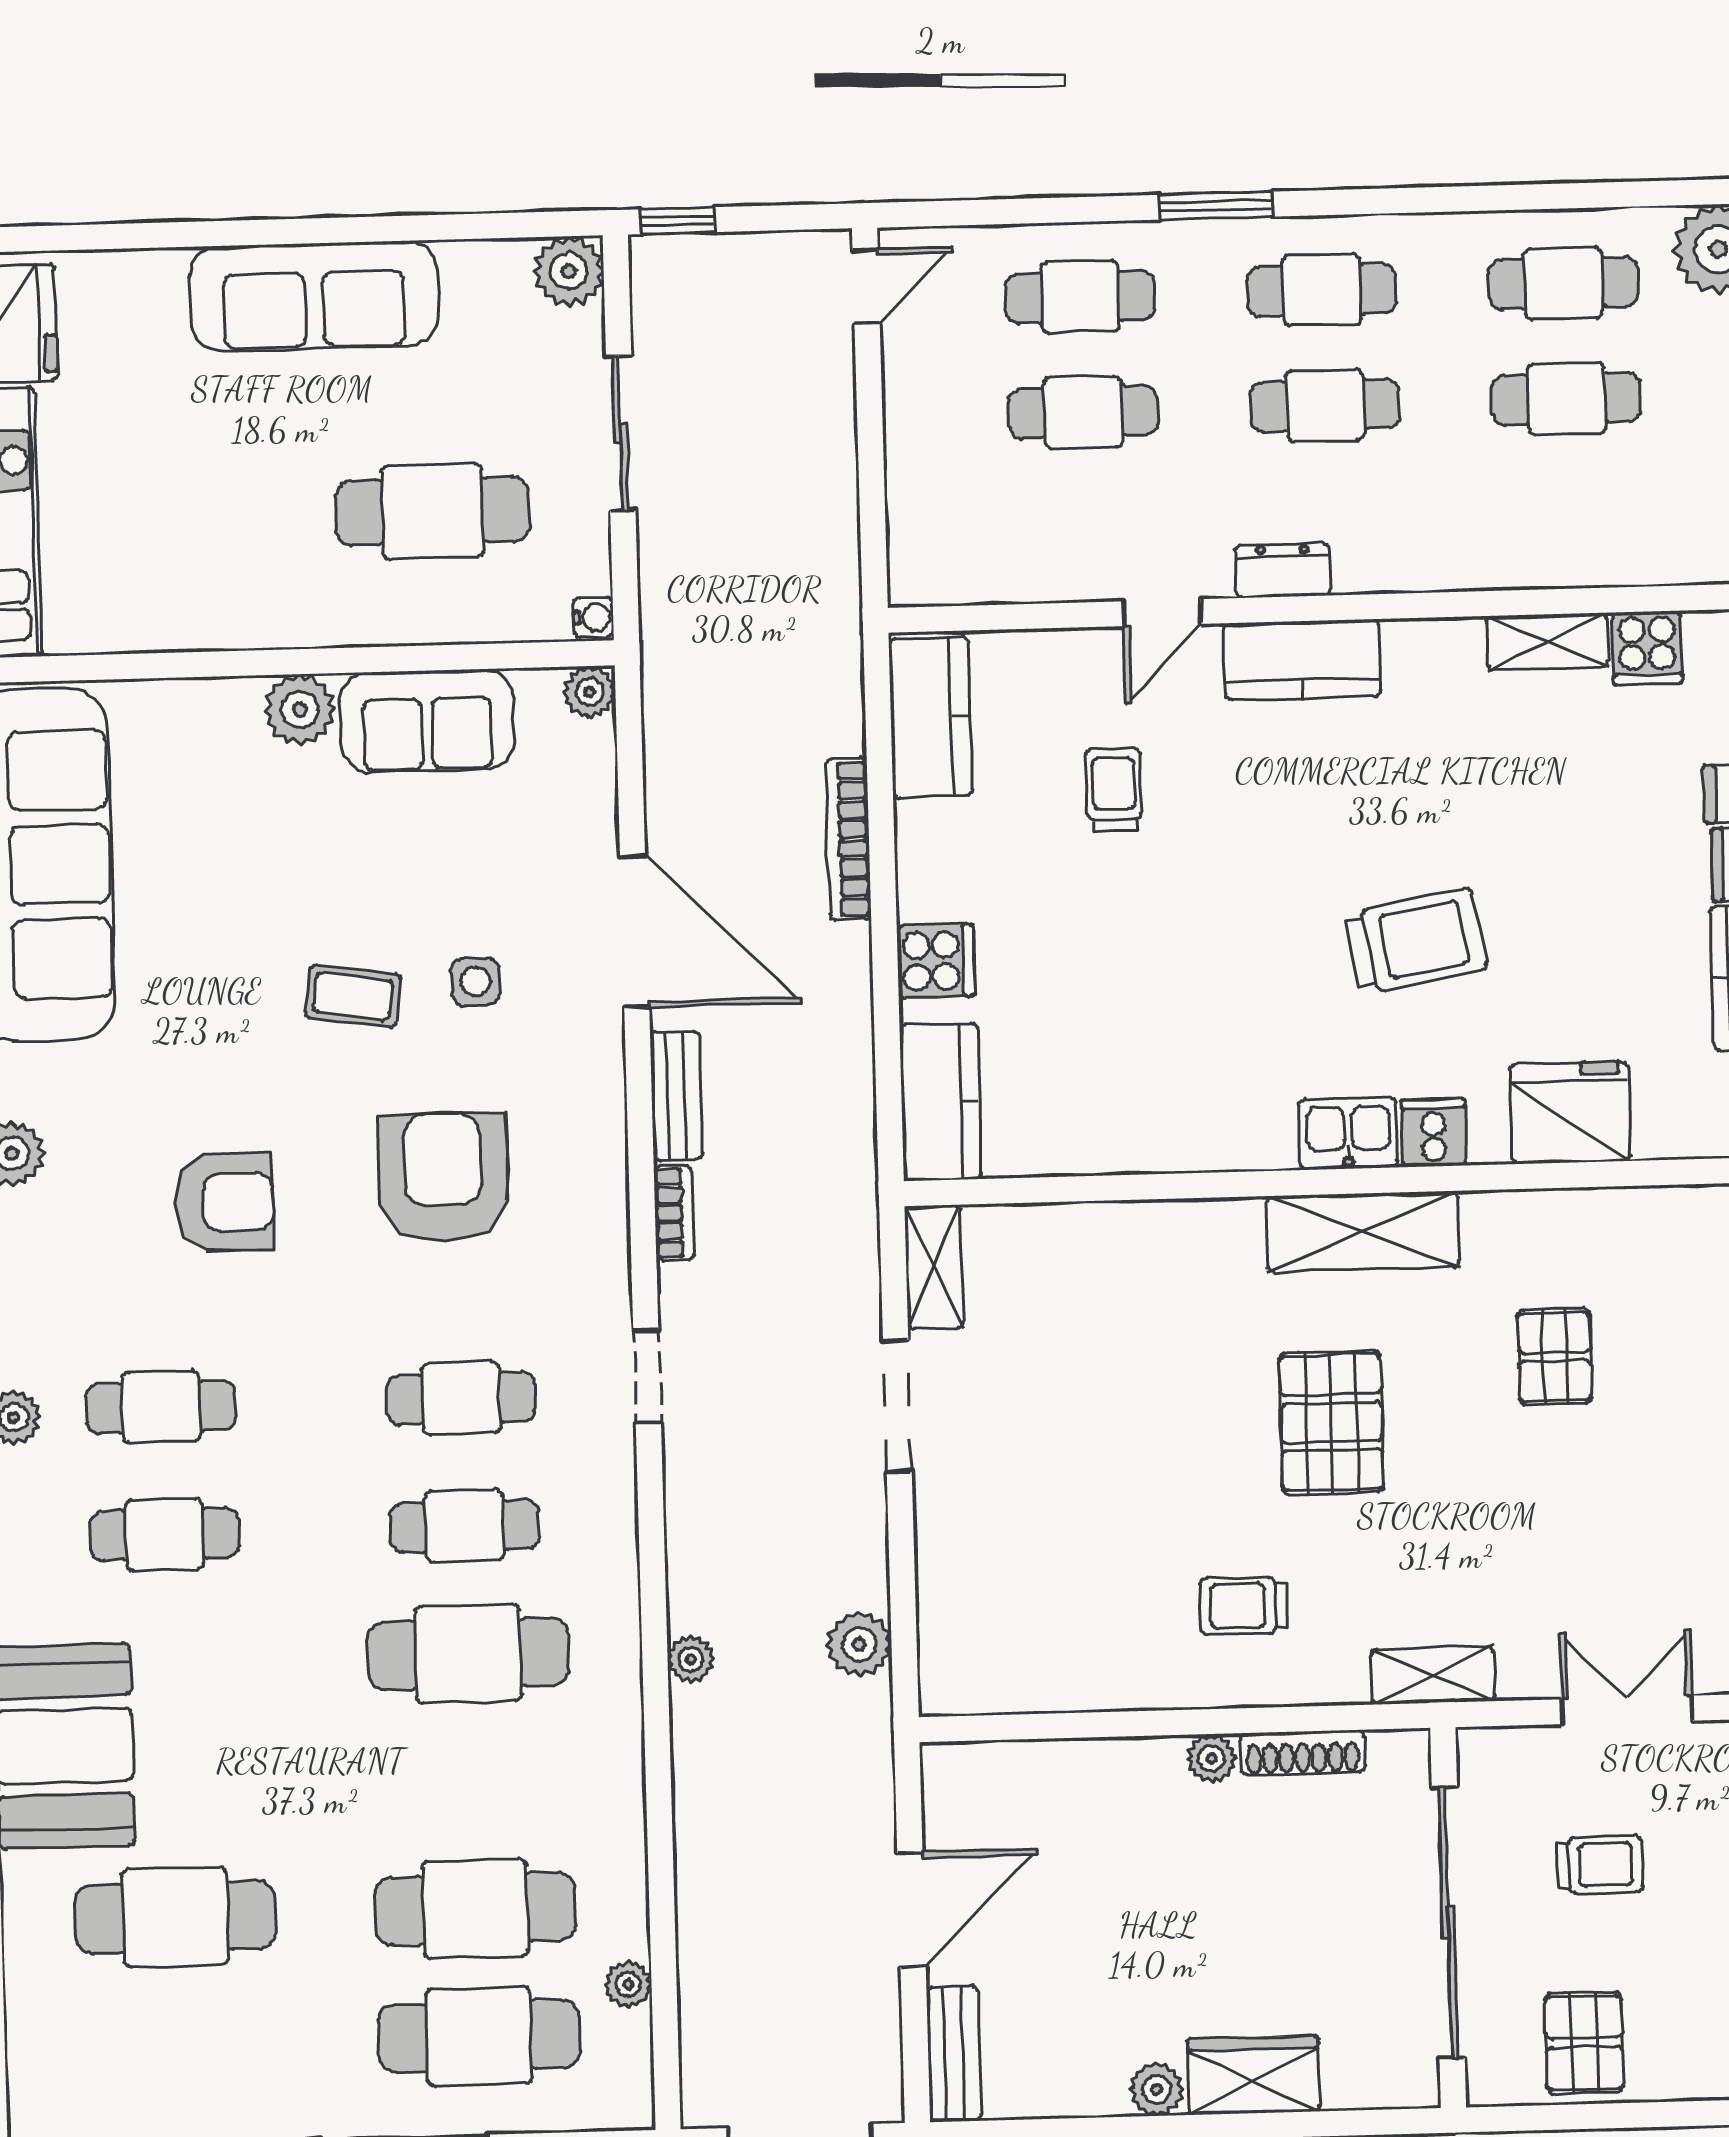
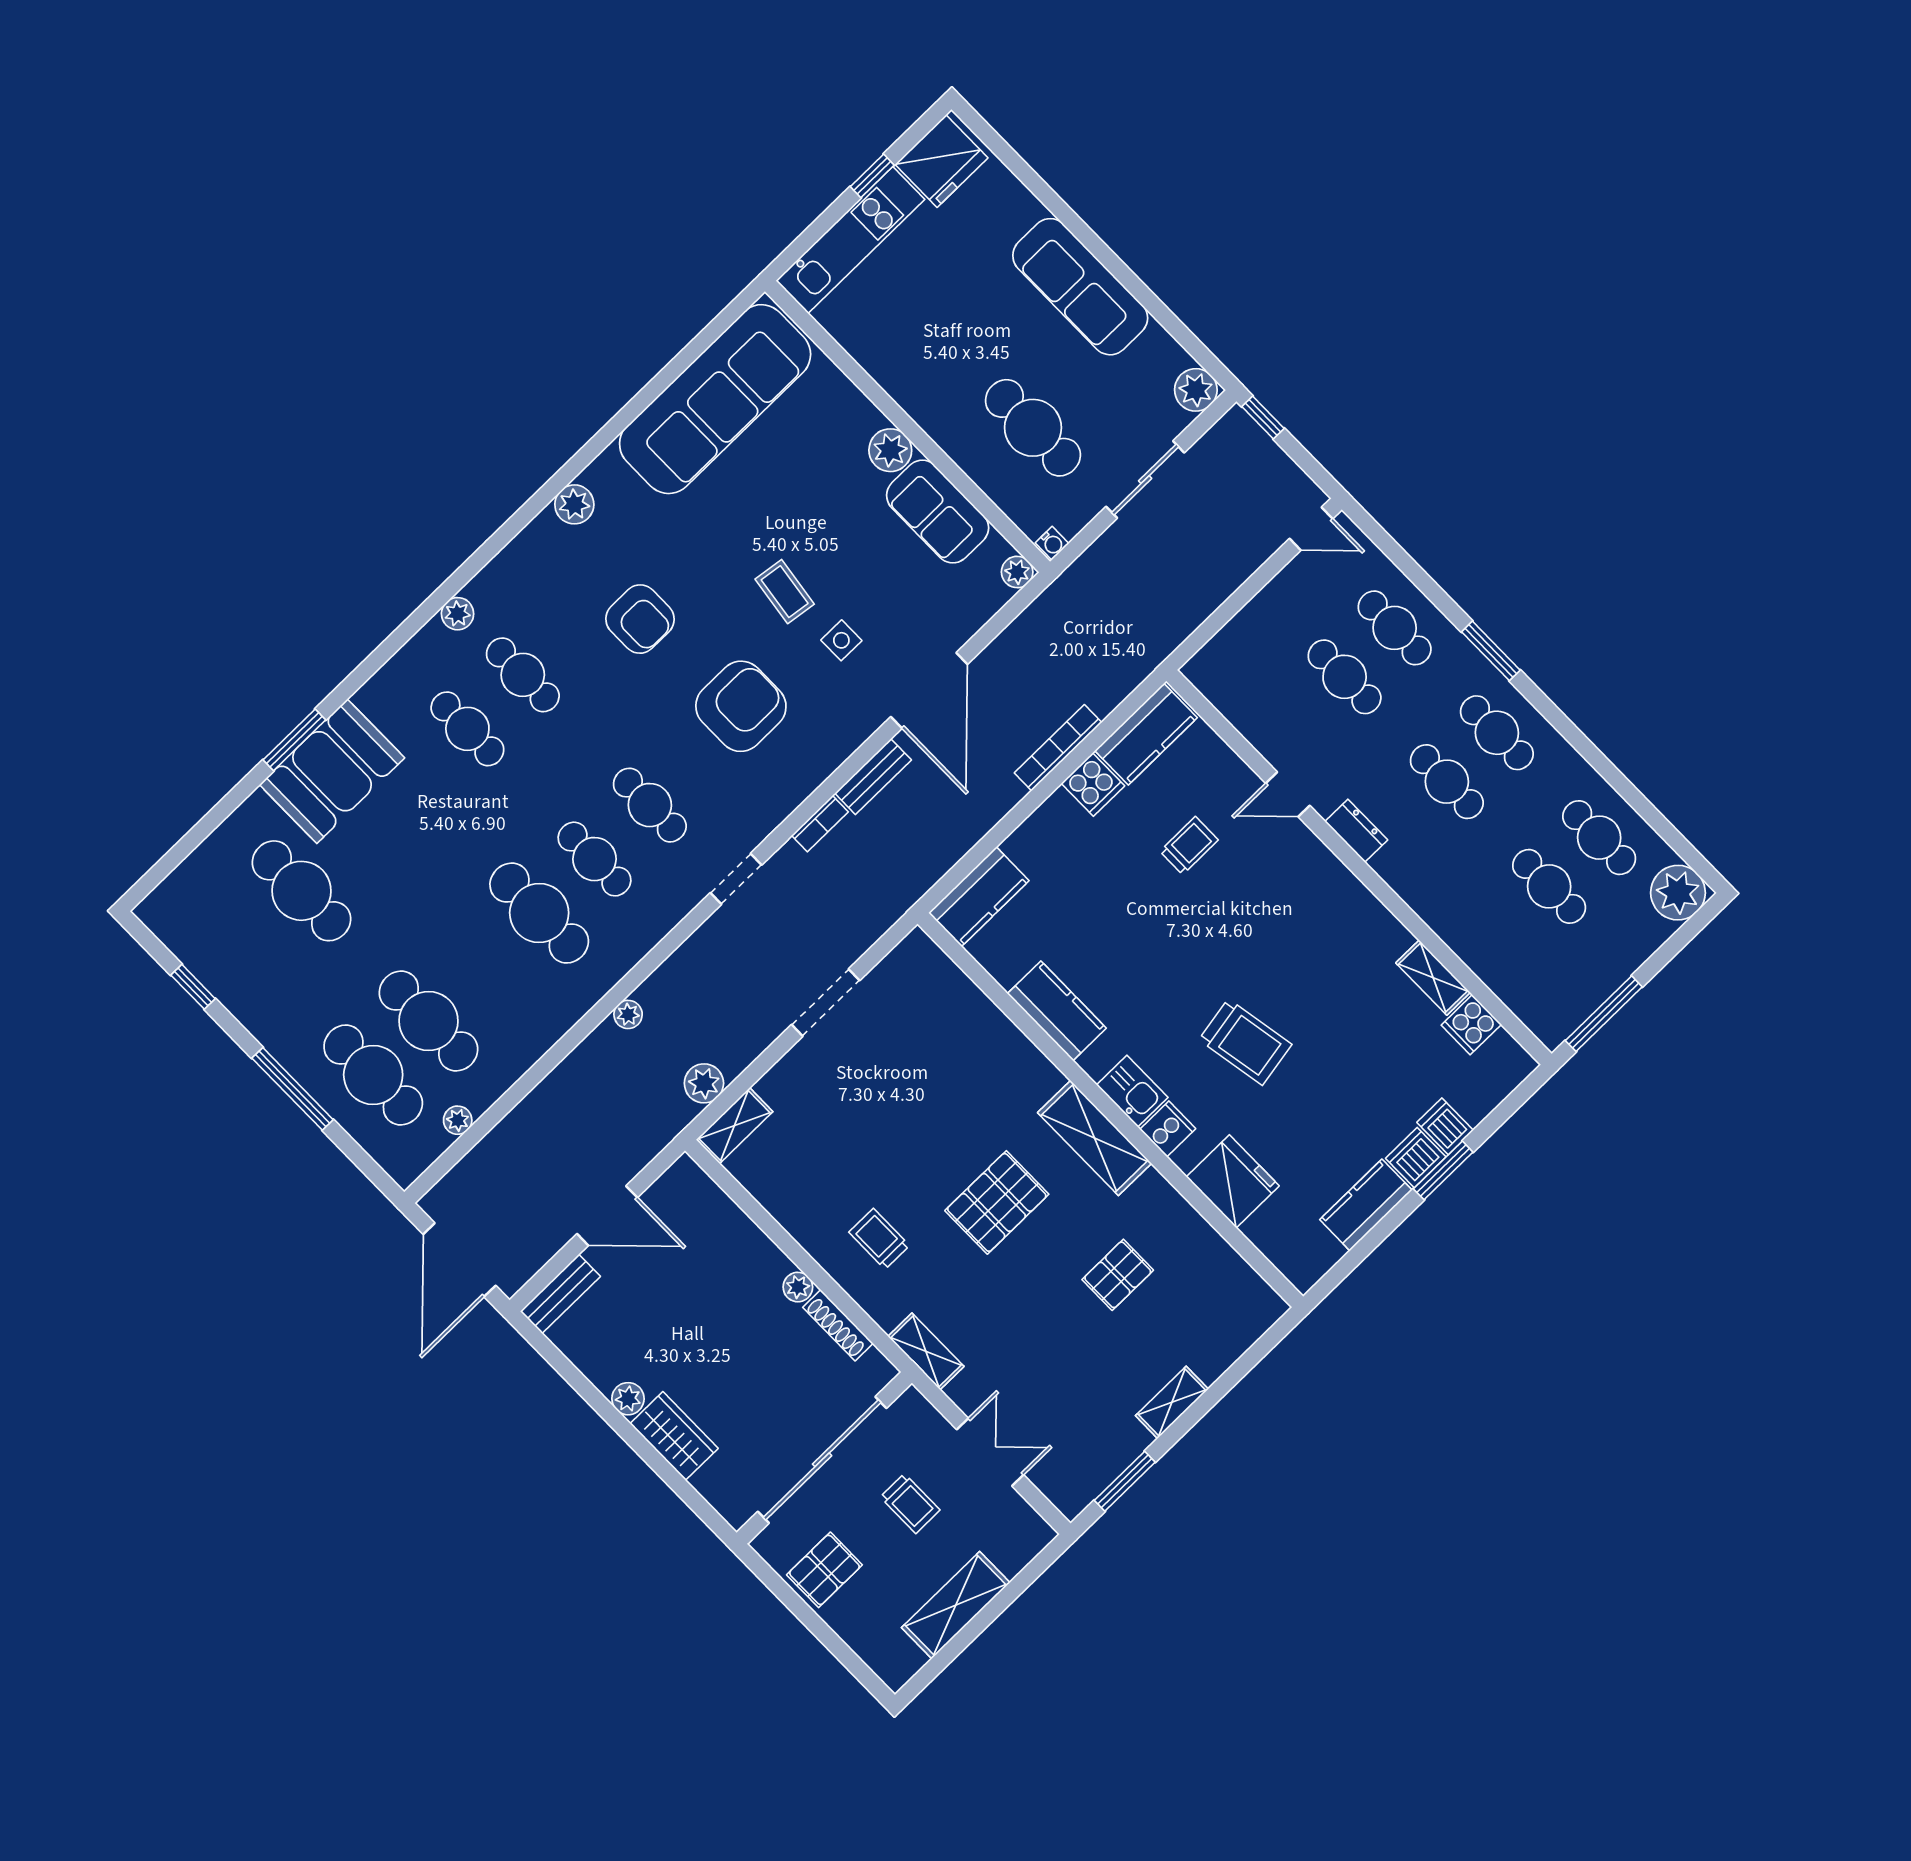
kitchen counter: (1302, 660) -> (1057, 1011), moved, turned 180
cooker: (936, 961) -> (1093, 785), moved
shelving: (934, 1267) -> (734, 1126), moved

